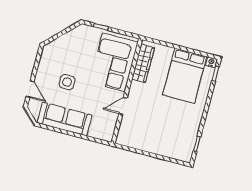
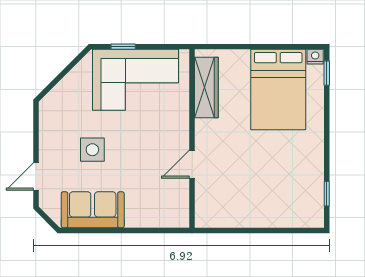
corner sofa: (114, 62) -> (135, 80), moved, turned -90
door: (30, 89) -> (36, 176), swing flipped
sofa: (65, 119) -> (93, 210), width x0.73

